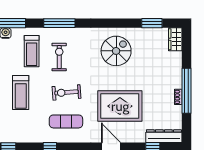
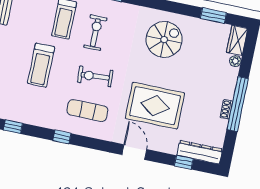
plant: (177, 56) -> (235, 61), added

